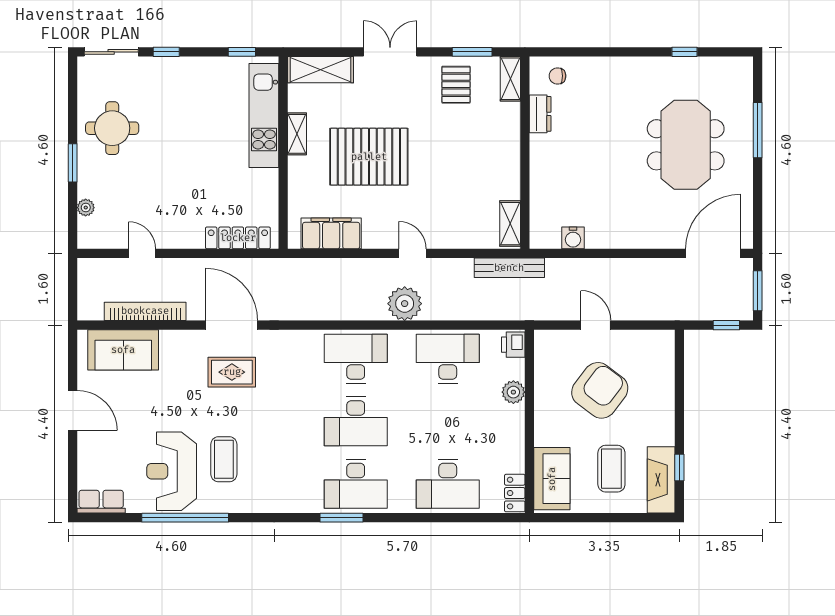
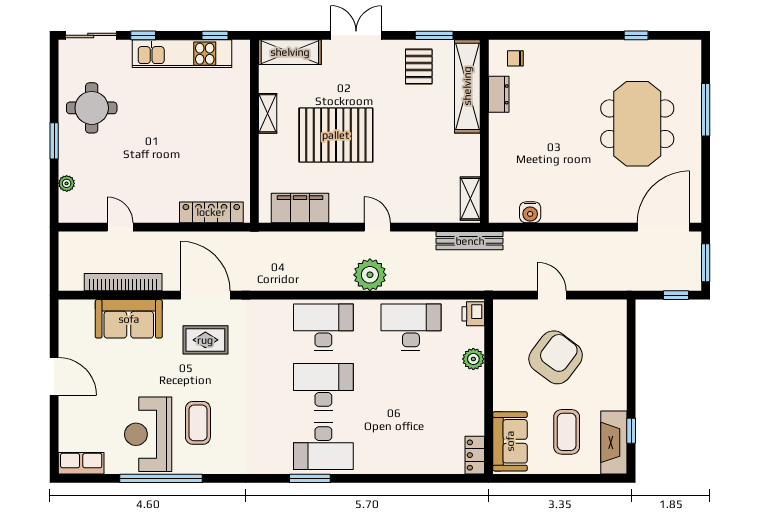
shelving: (510, 79) -> (467, 86), width x2.20, depth x1.33
kitchen unit: (264, 115) -> (182, 54), moved, turned -90
sofa: (123, 350) -> (129, 319), moved
desk: (356, 421) -> (323, 387), turned 180
desk: (448, 484) -> (411, 446), removed

